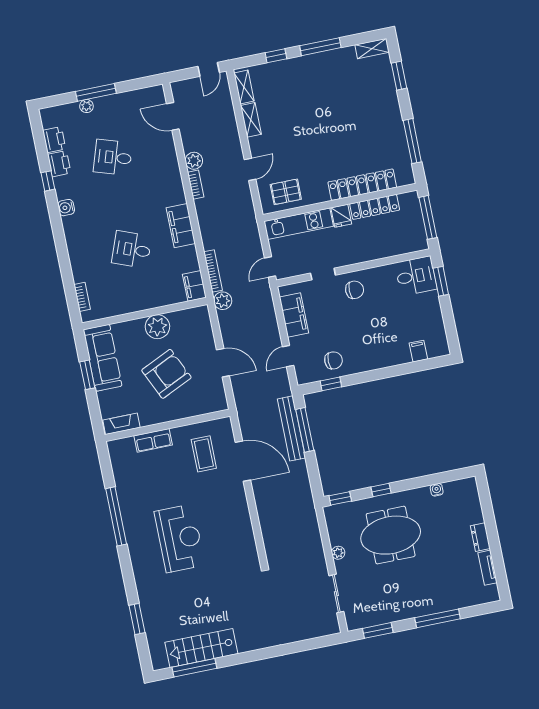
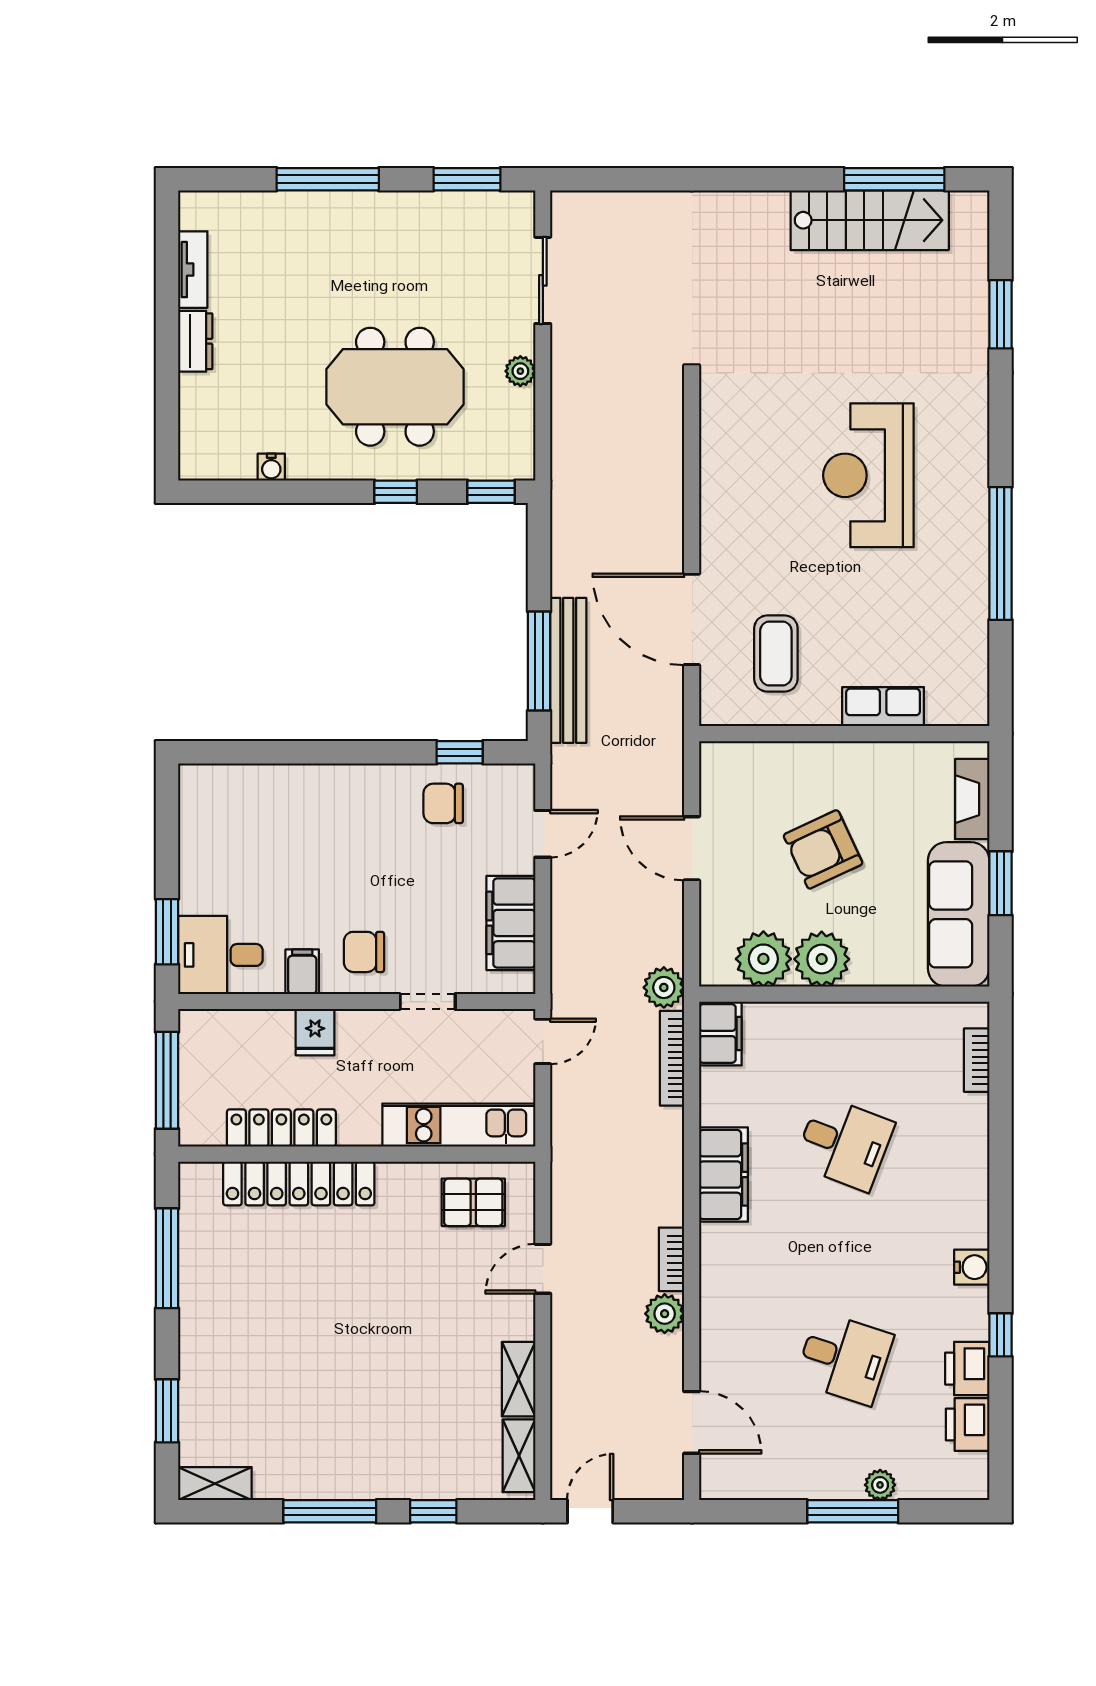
fridge: (341, 216) -> (315, 1032), moved, turned 180
plant: (182, 322) -> (763, 959), added
filing cabinet: (418, 351) -> (302, 972), moved, turned 180
armchair: (166, 374) -> (823, 849), width x0.73, depth x0.73
fireplace: (121, 424) -> (972, 799), moved, turned 90

